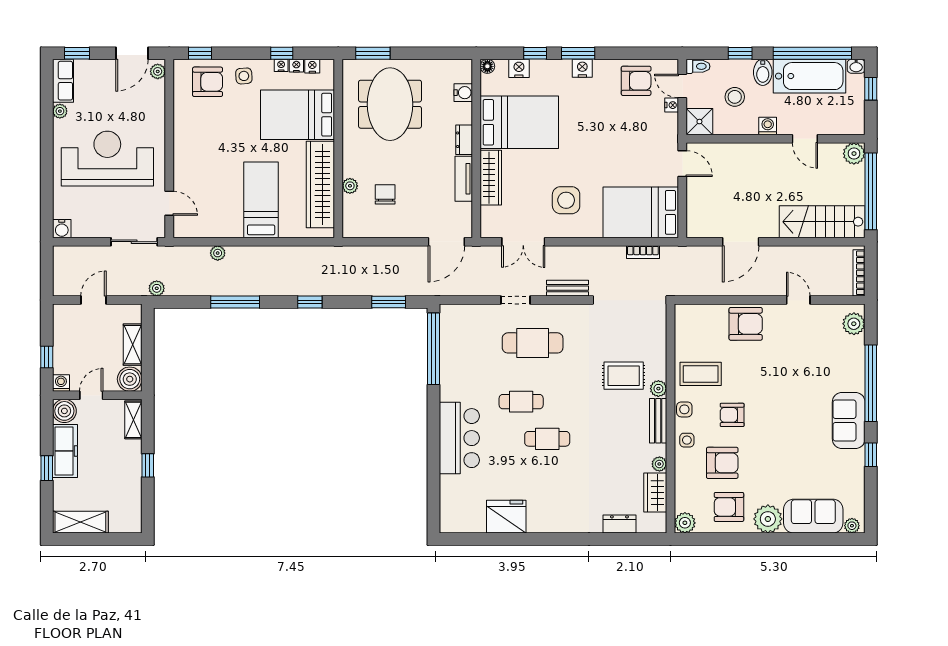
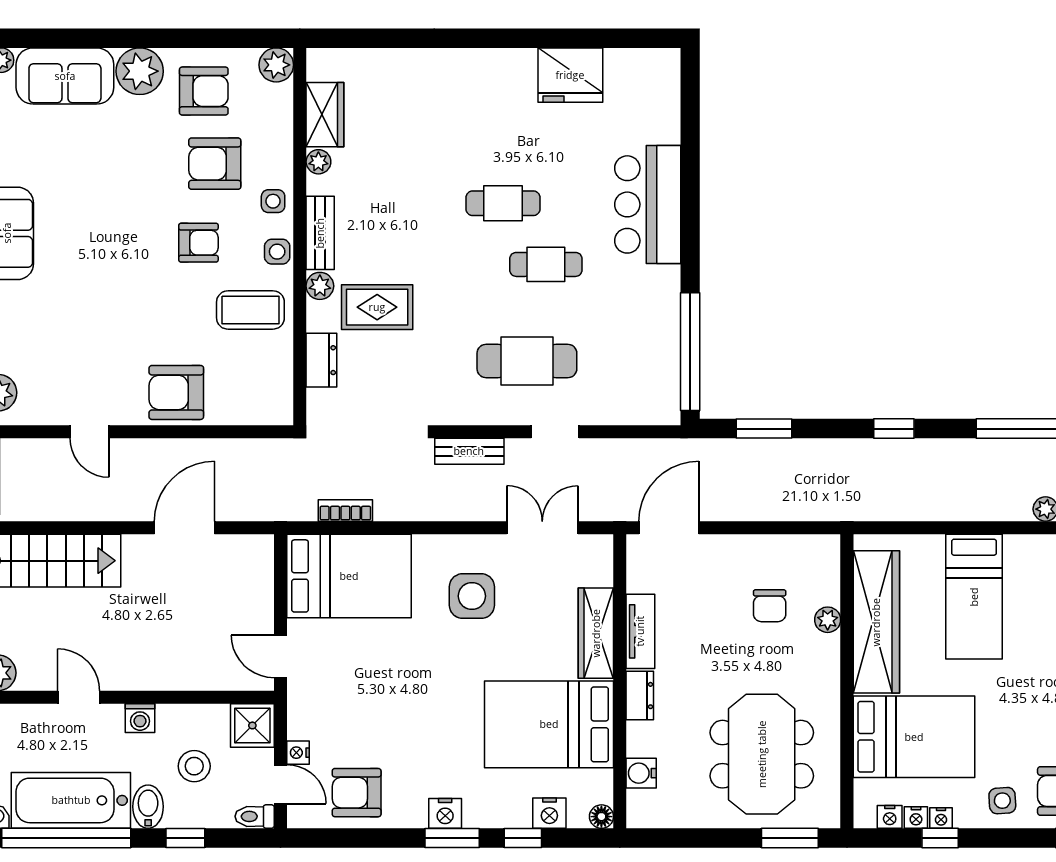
dresser: (619, 524) -> (321, 360), moved, turned -90

